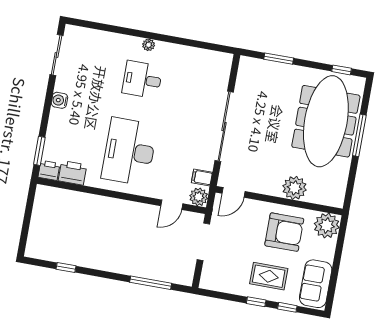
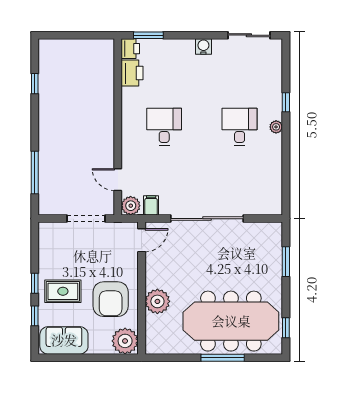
window: (127, 31) -> (286, 102), added
desk: (129, 152) -> (164, 127), width x0.53, depth x0.77
door: (233, 192) -> (142, 240), swing flipped
rug: (269, 276) -> (63, 291), turned 90

